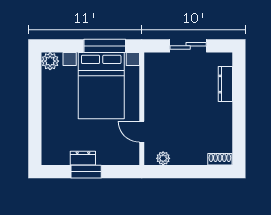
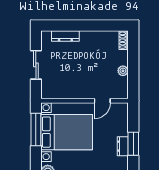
plant: (163, 158) -> (123, 71), moved

